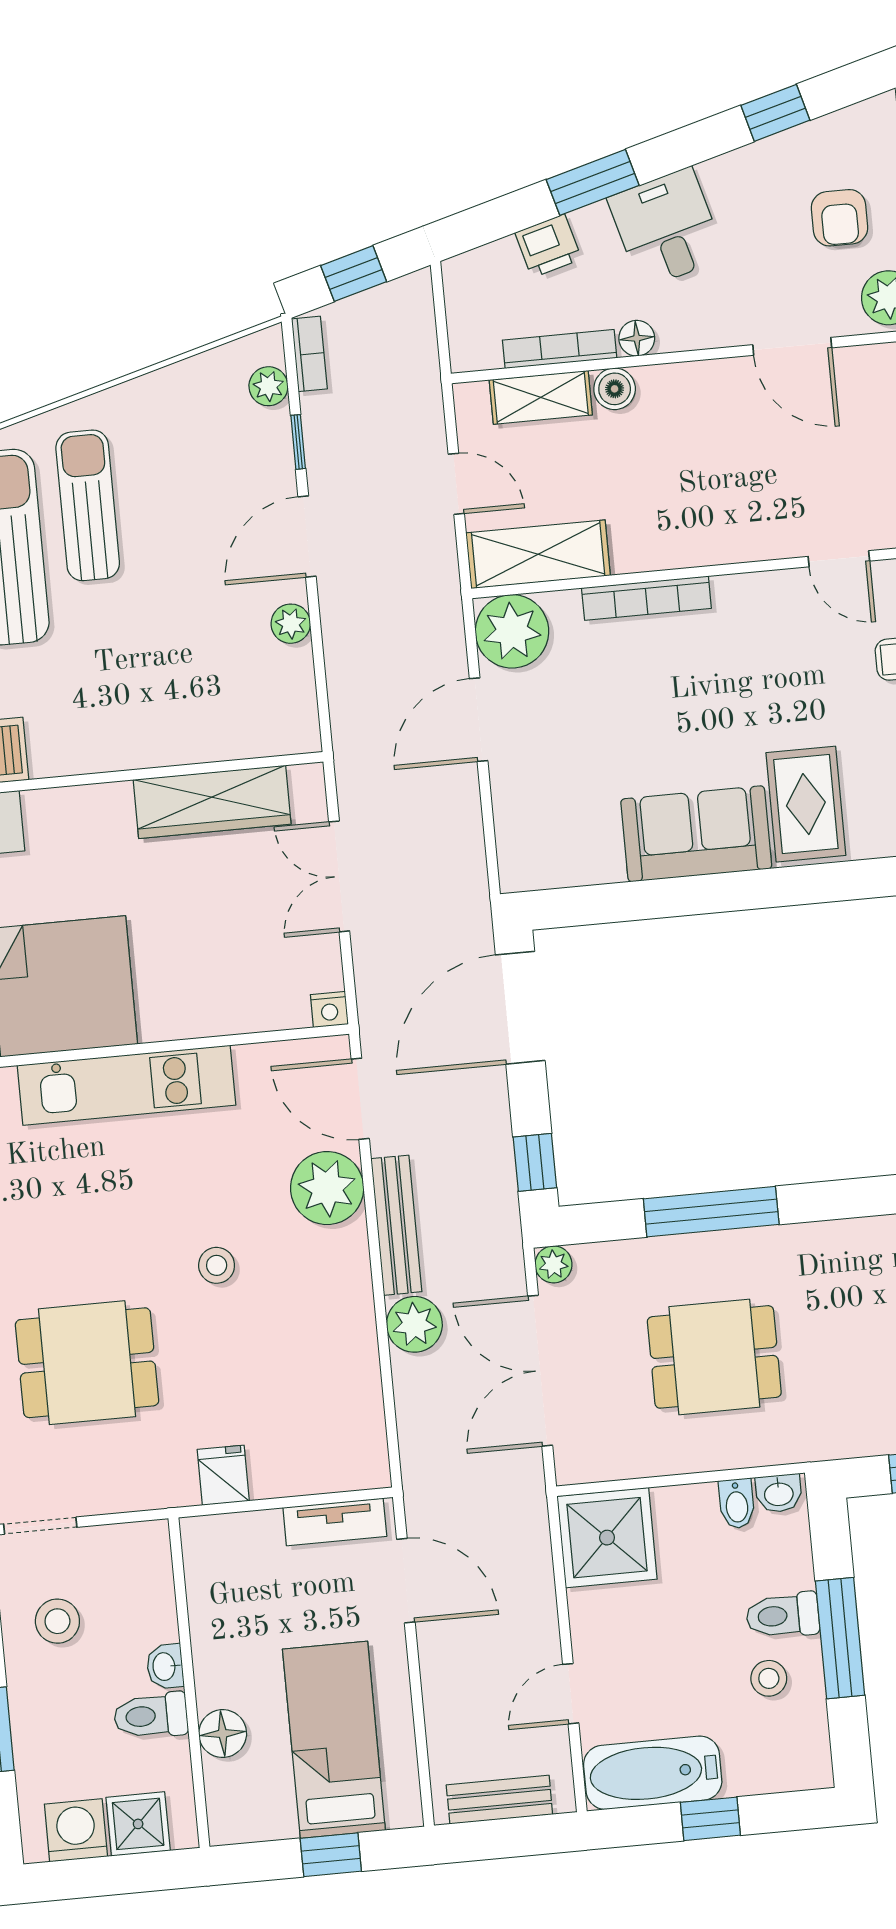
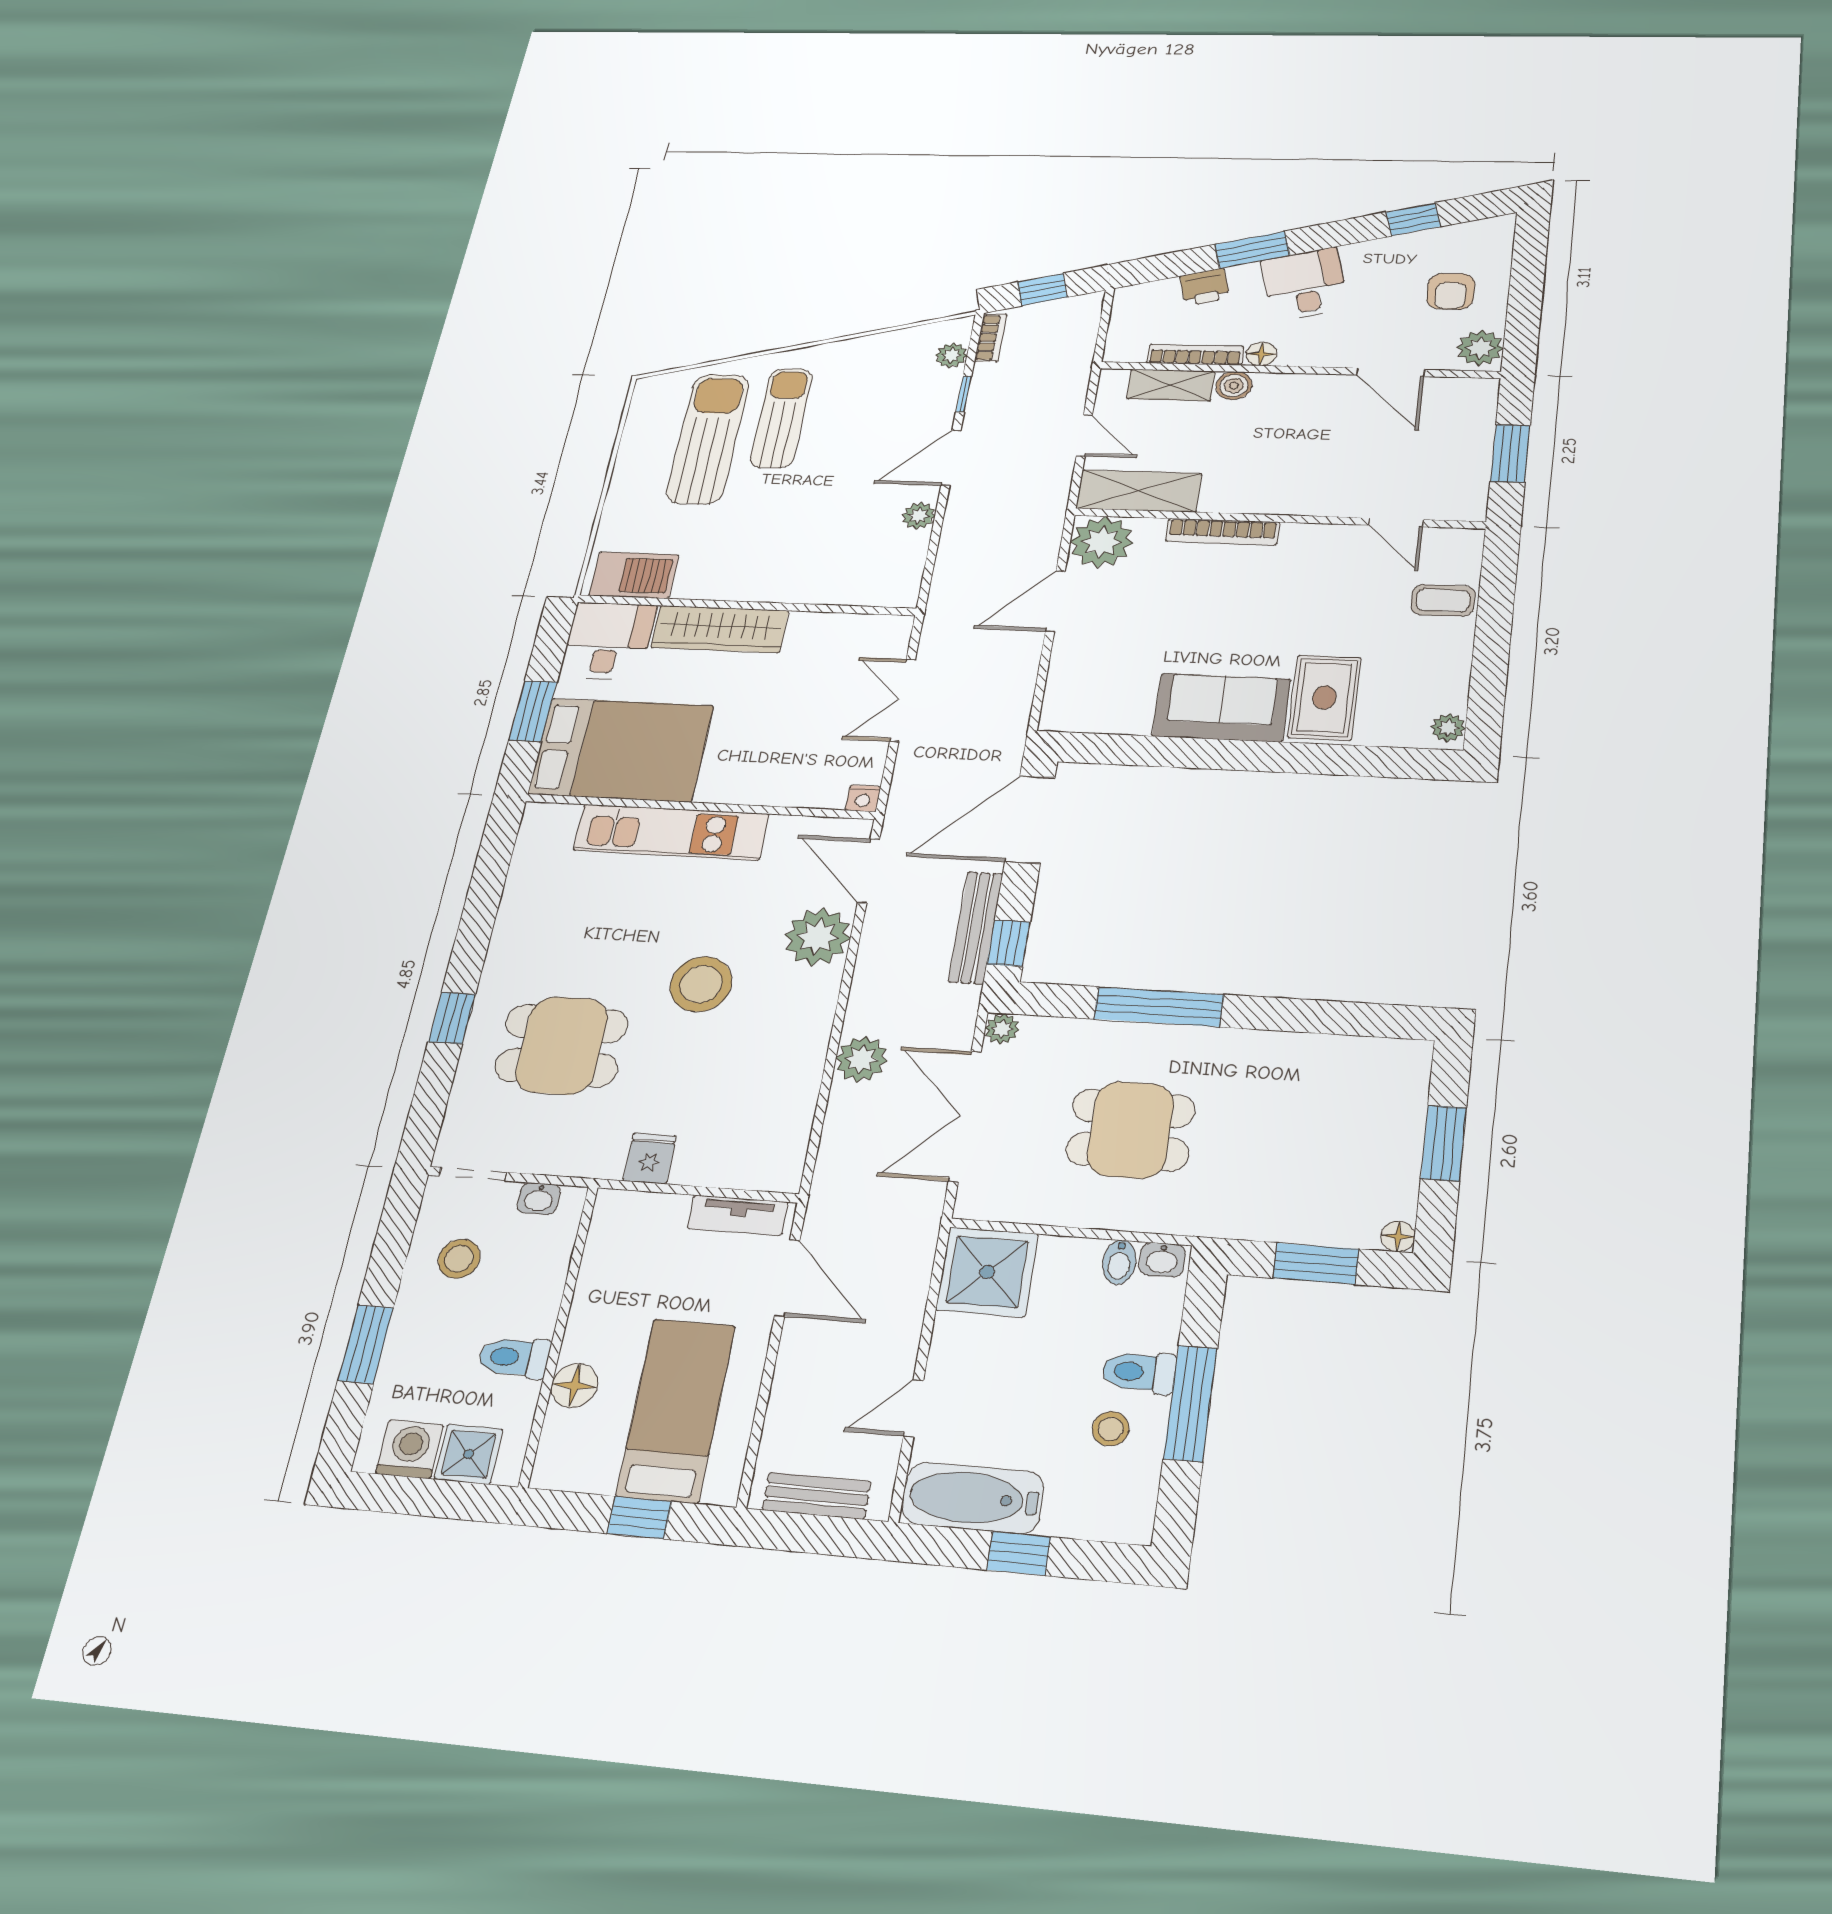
wardrobe: (212, 802) -> (720, 629), moved
bench: (396, 1225) -> (976, 928), moved
stool: (217, 1265) -> (701, 984), width x1.89, depth x1.89
washbasin: (165, 1666) -> (539, 1199), moved, turned -90

